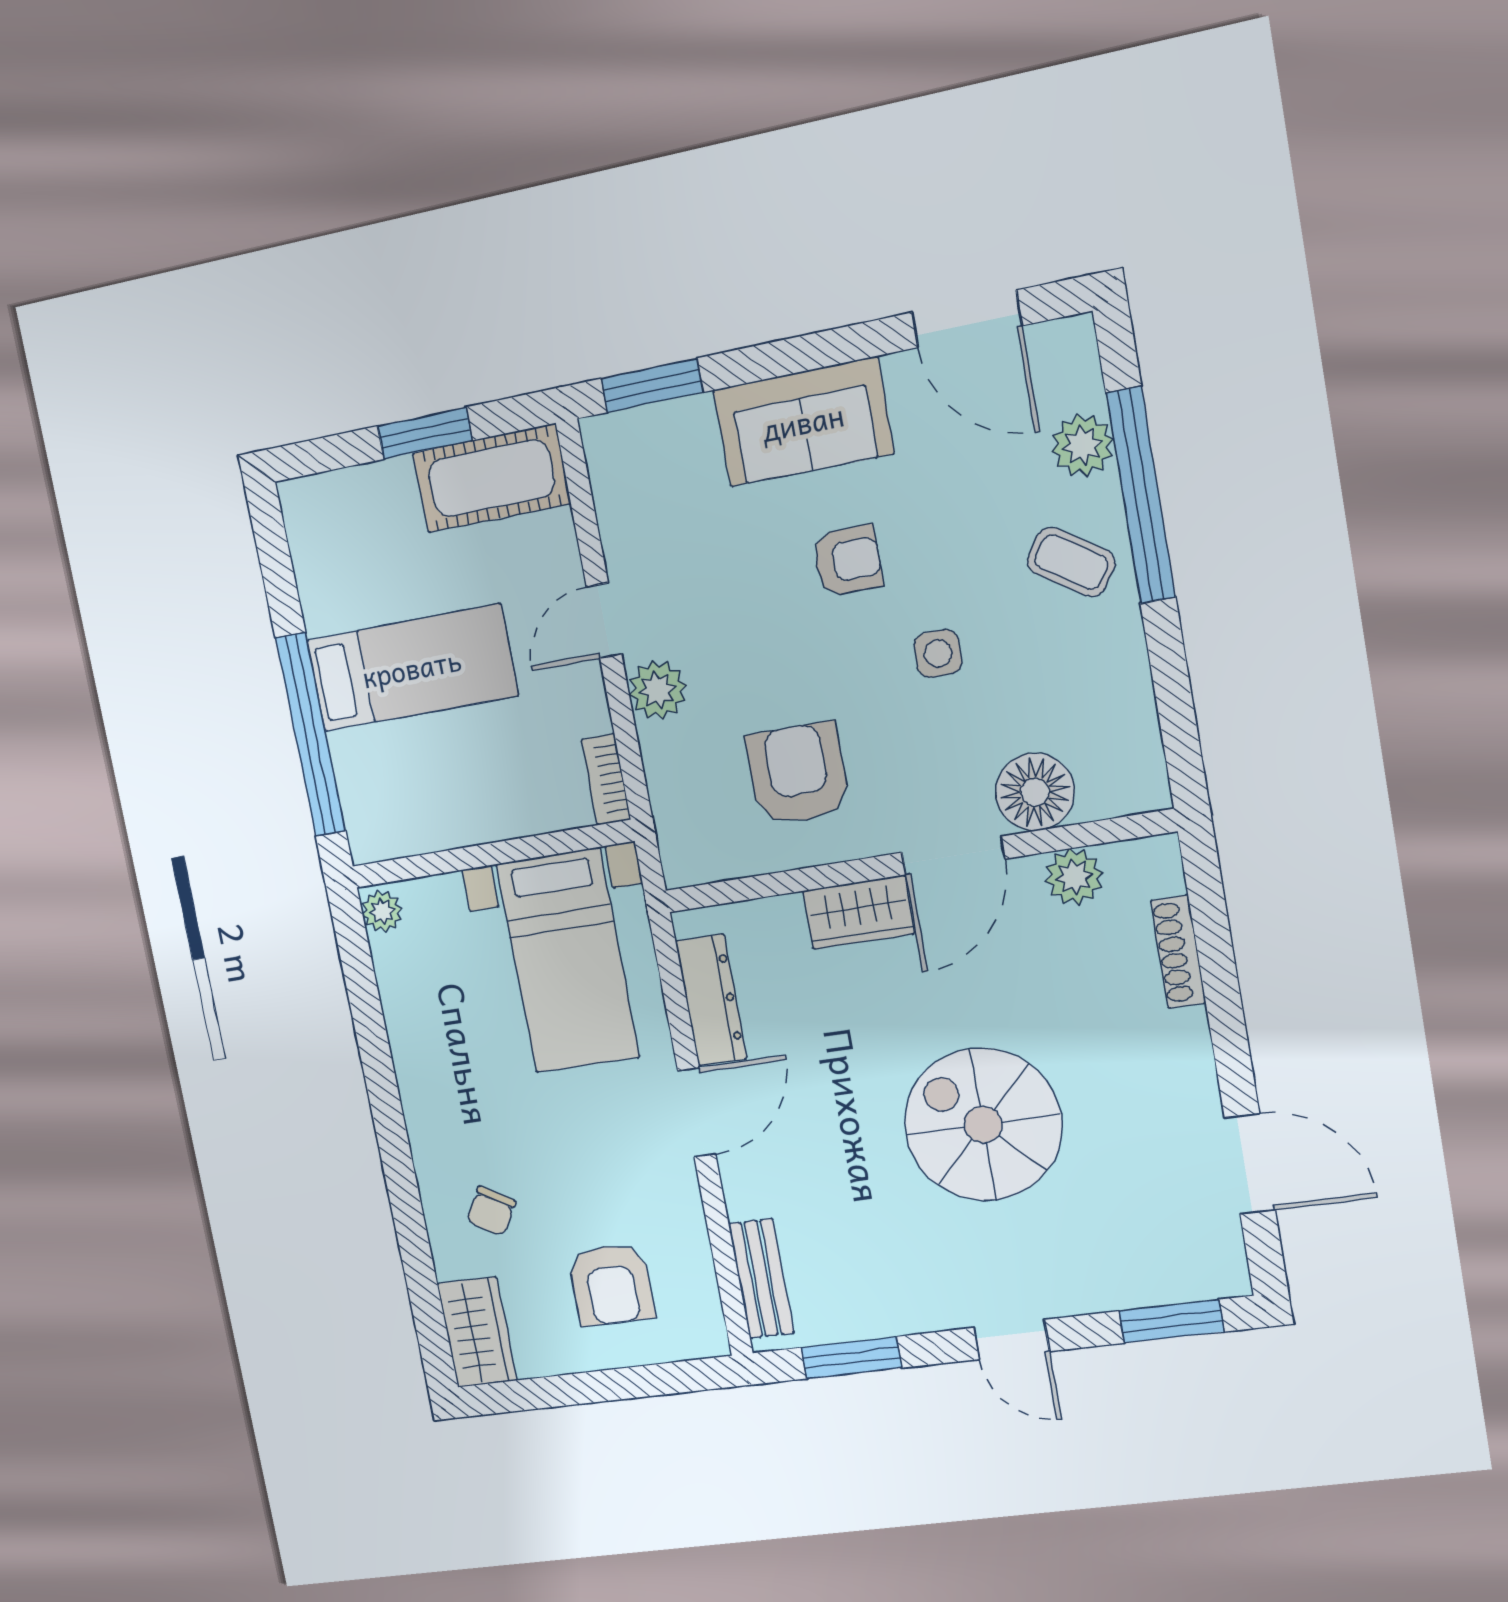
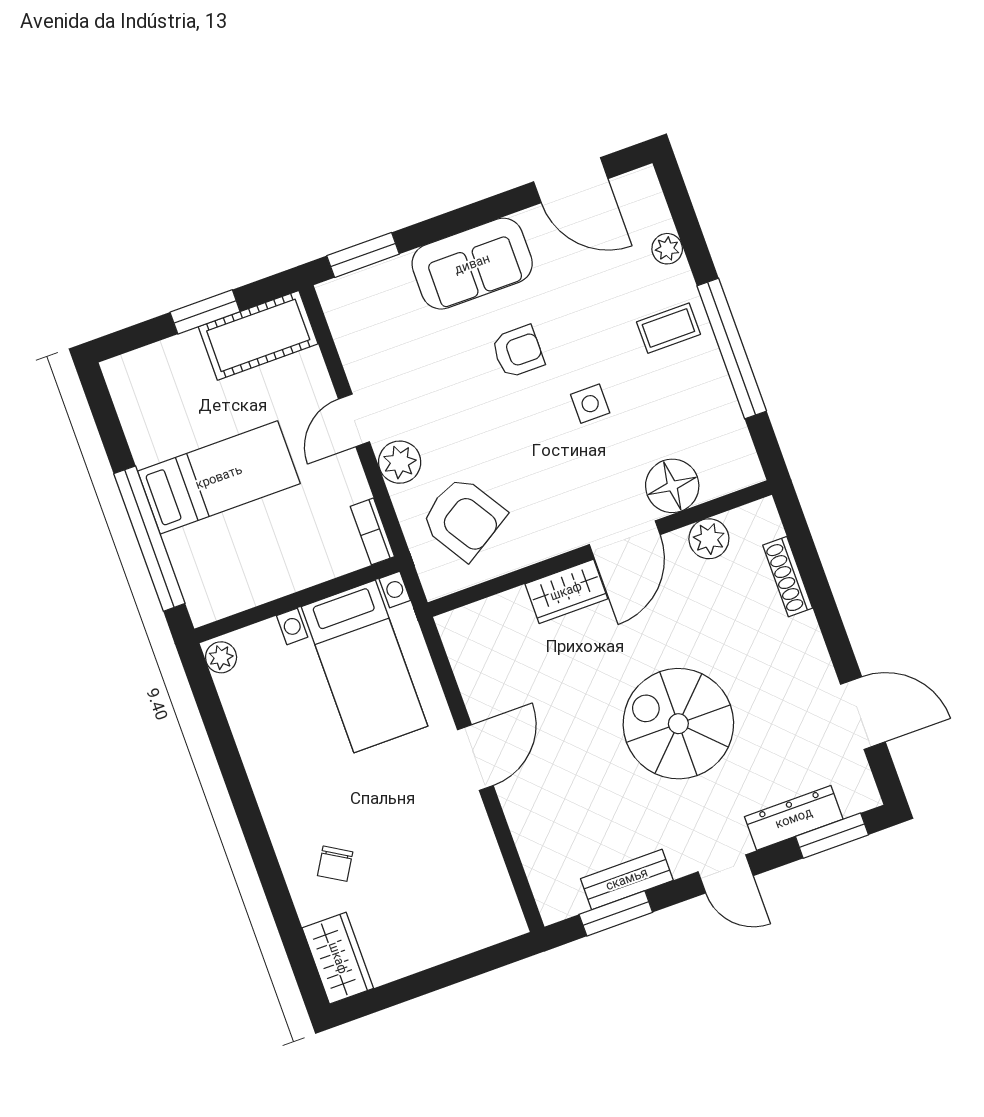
plant: (1082, 445) -> (667, 249), width x0.73, depth x0.73
window: (1141, 495) -> (732, 349), moved
coffee table: (1071, 562) -> (668, 328), turned -34
armchair: (798, 774) -> (463, 518), moved, turned 148
dresser: (711, 1000) -> (794, 818), moved, turned -90
bench: (761, 1278) -> (627, 879), moved, turned 90
armchair: (611, 1285) -> (433, 899), removed

